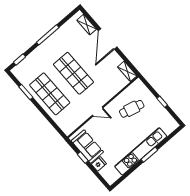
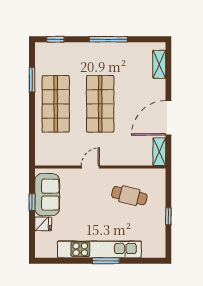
door: (108, 39) -> (168, 118), moved
door: (98, 112) -> (90, 167), swing flipped

